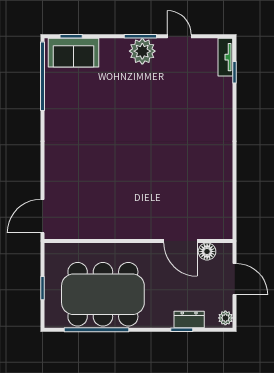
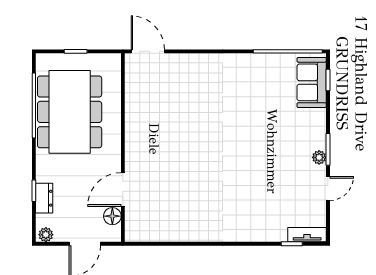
plant: (142, 51) -> (319, 157), width x0.53, depth x0.53

